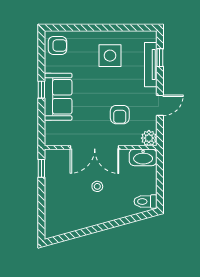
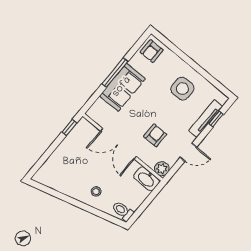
armchair: (57, 46) -> (152, 51), turned 90
window: (41, 90) -> (115, 73), width x2.17
armchair: (120, 115) -> (155, 135), turned 180
stool: (97, 186) -> (96, 191), moved

